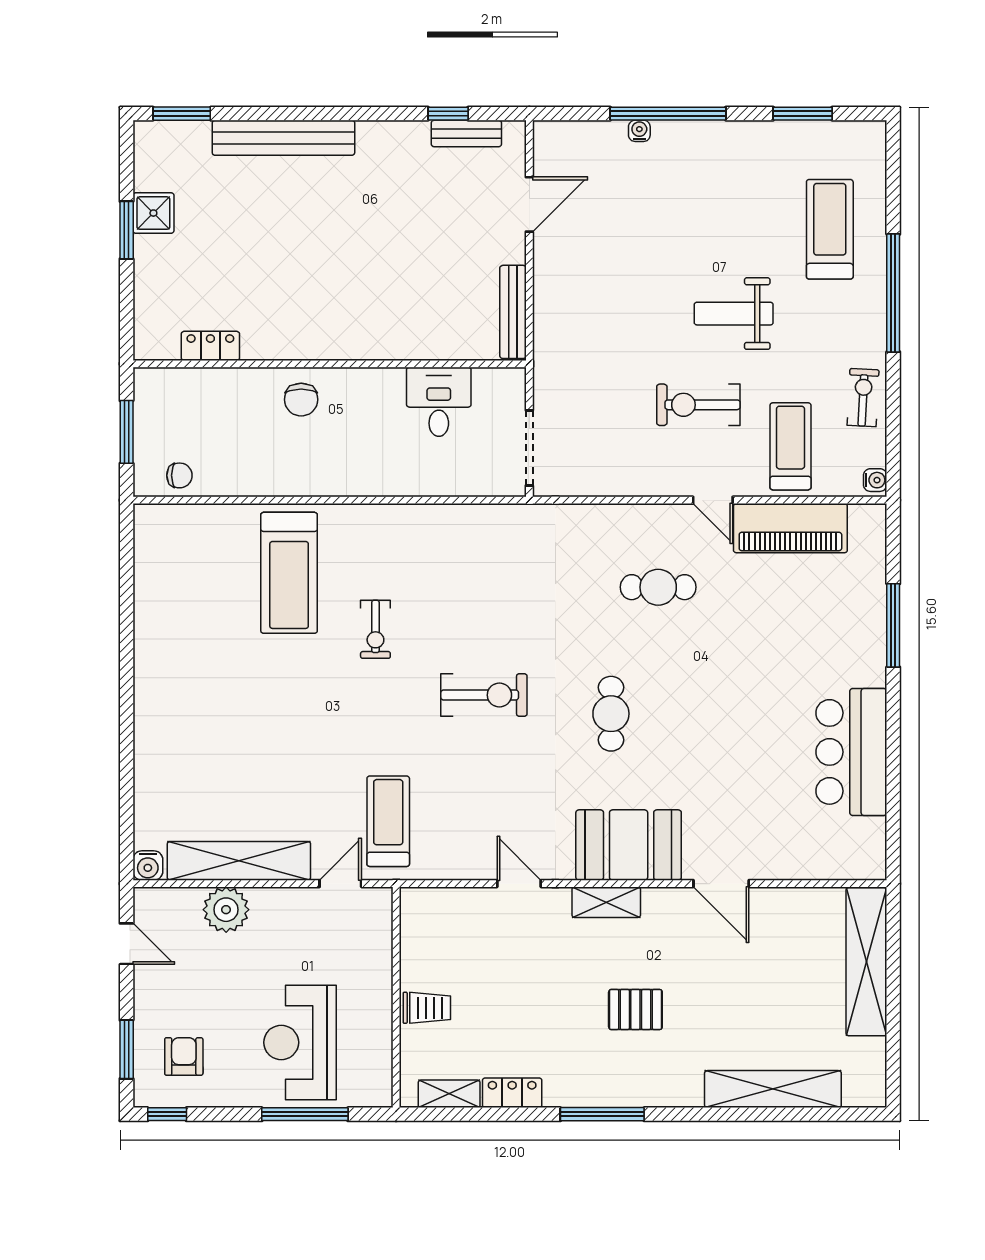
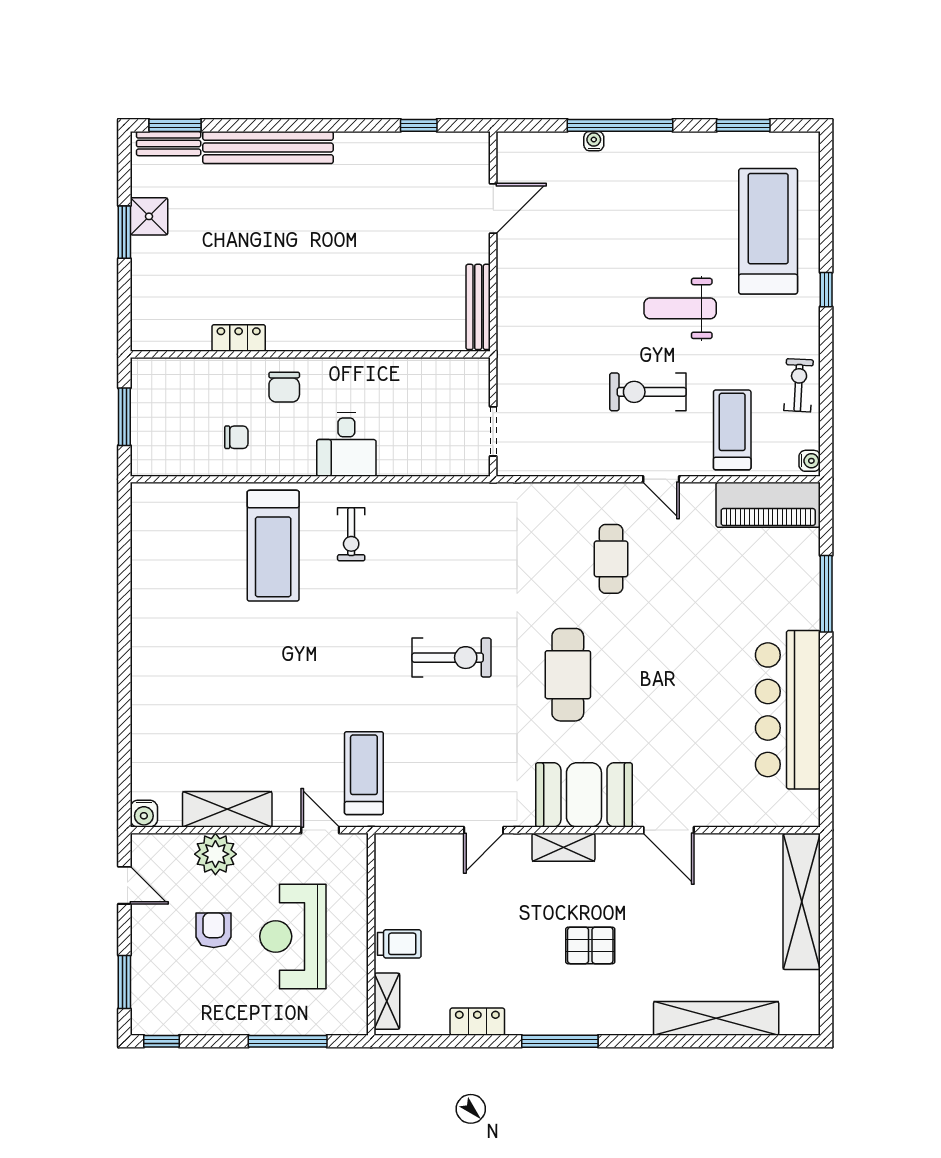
bench: (466, 133) -> (169, 144), moved
treadmill: (830, 229) -> (768, 231), width x1.37, depth x1.38
window: (893, 293) -> (826, 290), width x0.32
locker: (210, 346) -> (239, 338), moved
desk: (439, 402) -> (346, 444), moved, turned 180
doorway: (529, 448) -> (493, 431), width x0.73
chair: (179, 475) -> (236, 437), moved
piano: (790, 528) -> (768, 505), moved
cafe table: (658, 587) -> (611, 559), turned 90
exercise bike: (375, 629) -> (351, 534), moved
cafe table: (611, 714) -> (568, 675), width x1.37, depth x1.35
bar counter: (851, 752) -> (788, 710), width x1.36
shelving: (239, 861) -> (227, 809), width x0.68
door: (340, 884) -> (320, 830), hinge flipped
door: (519, 884) -> (484, 830), swing flipped
reception desk: (300, 1042) -> (293, 936), moved
armchair: (184, 1056) -> (214, 930), moved
shelving: (449, 1094) -> (387, 1001), moved, turned 90

